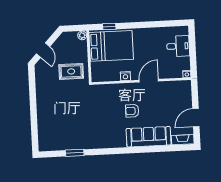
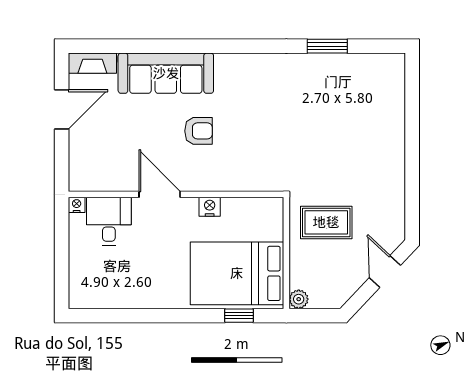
desk: (178, 46) -> (109, 221), moved, turned 90
door: (149, 81) -> (160, 194), swing flipped

